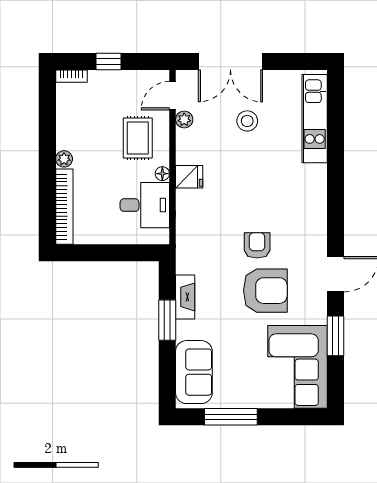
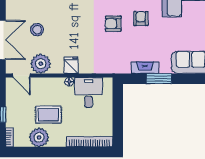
plant: (184, 120) -> (41, 64), width x1.88, depth x1.88
rug: (138, 138) -> (48, 115), moved
plant: (64, 159) -> (39, 137), moved, width x1.87, depth x1.87
armchair: (265, 291) -> (141, 19), width x0.53, depth x0.53

